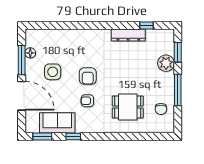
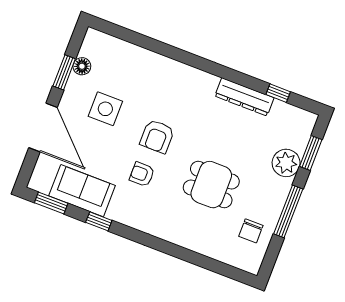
window: (22, 60) -> (64, 72), width x0.69
dining table: (128, 107) -> (211, 185), moved

